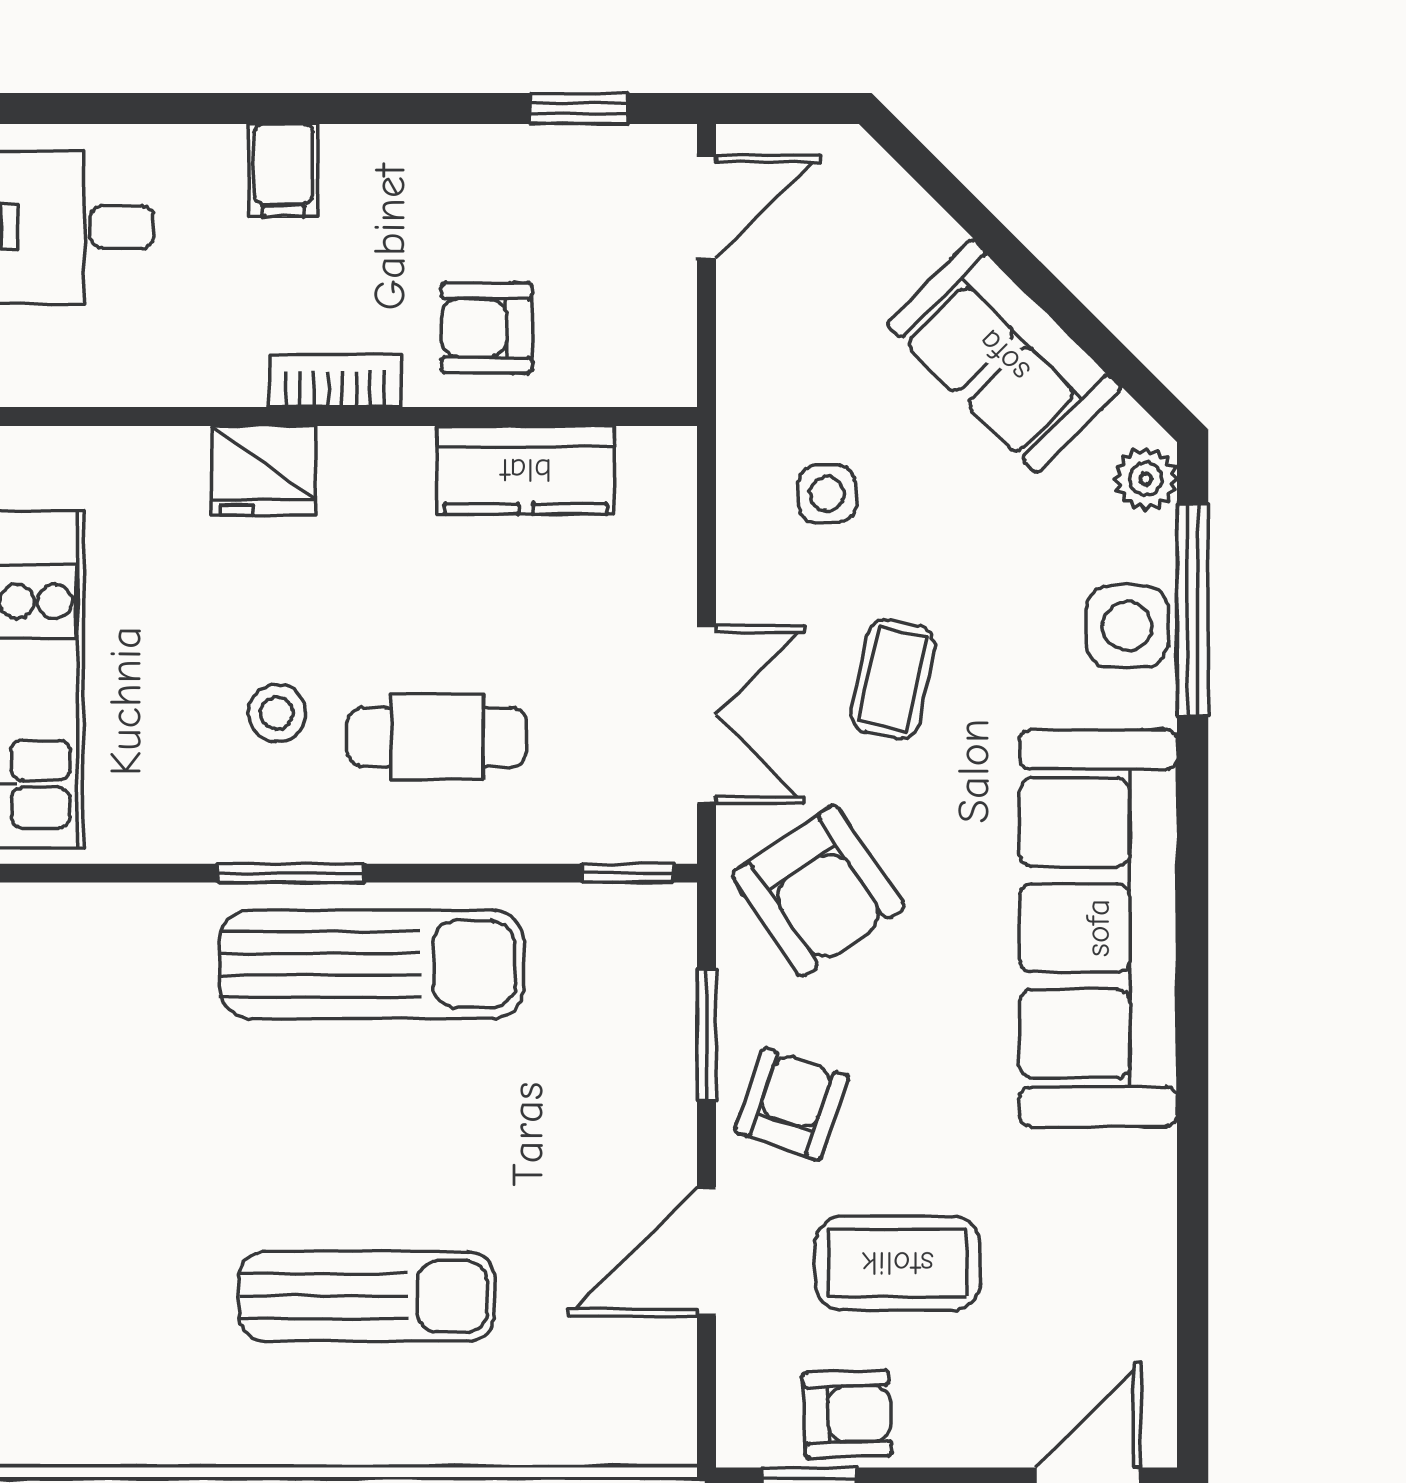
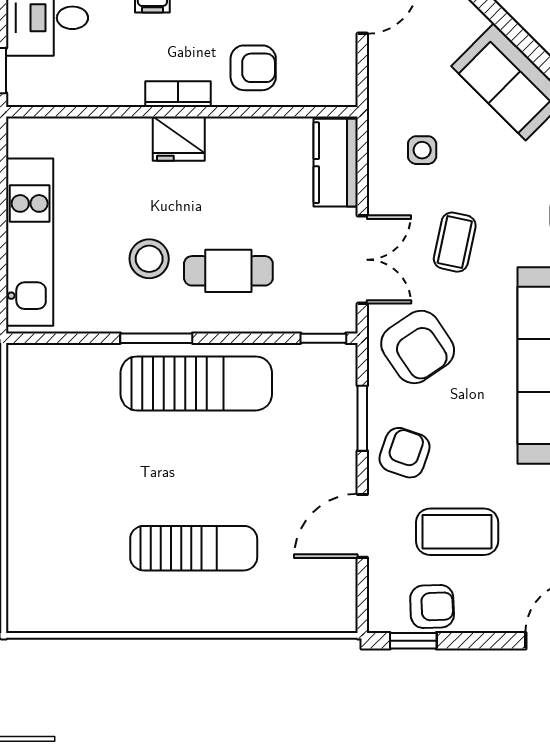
armchair: (487, 328) -> (253, 68), turned 180
kitchen counter: (526, 470) -> (336, 163), moved, turned 90
fridge: (263, 471) -> (179, 139), moved
stool: (277, 713) -> (149, 259), width x1.37, depth x1.37

